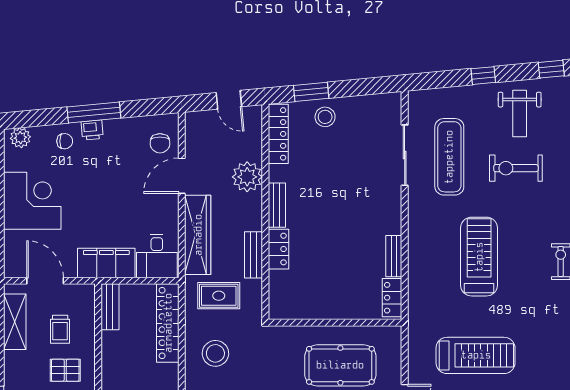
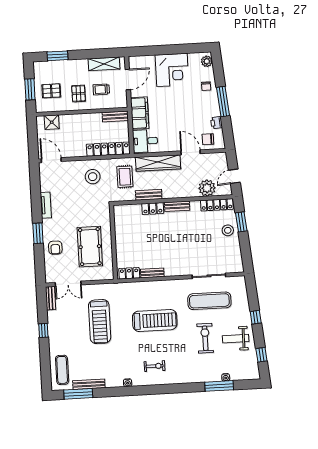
printer: (92, 130) -> (216, 123), moved
plant: (247, 177) -> (207, 188), moved

